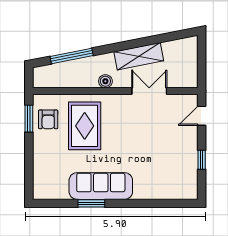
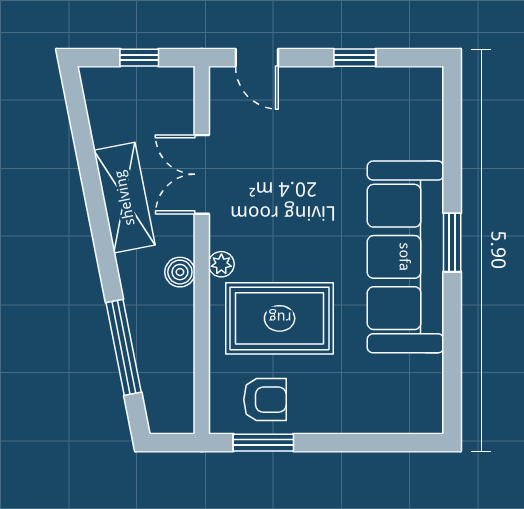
window: (202, 63) -> (139, 58), added
plant: (109, 100) -> (221, 264), added
sofa: (101, 186) -> (405, 257), width x1.36, depth x1.27
window: (91, 203) -> (452, 242), moved

